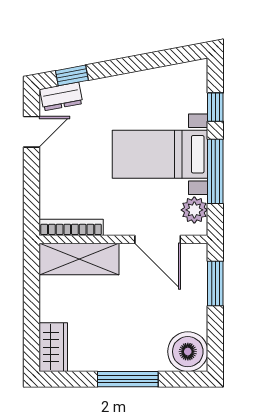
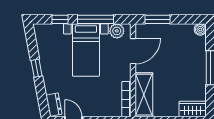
window: (72, 75) -> (37, 68), moved
boiler: (188, 352) -> (200, 29), width x0.54, depth x0.54

